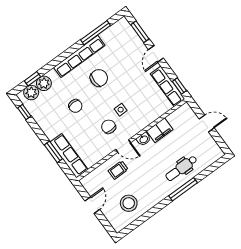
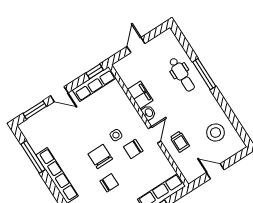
chair: (99, 78) -> (100, 156), moved

